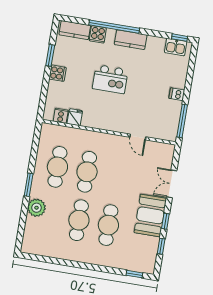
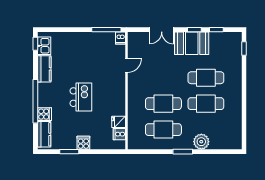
kitchen counter: (131, 40) -> (44, 69), moved
dishwasher: (177, 94) -> (121, 38), moved

